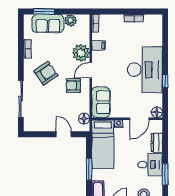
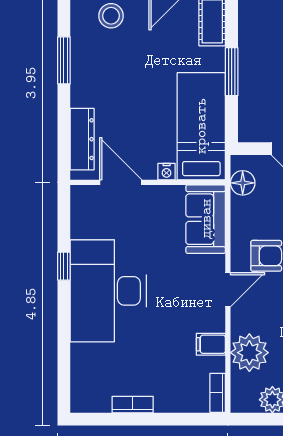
plant: (81, 53) -> (249, 353), moved
floor lamp: (157, 112) -> (82, 197), removed
door: (139, 119) -> (121, 182), hinge flipped
dresser: (157, 143) -> (82, 139), width x1.44
desk: (150, 165) -> (97, 81), removed

